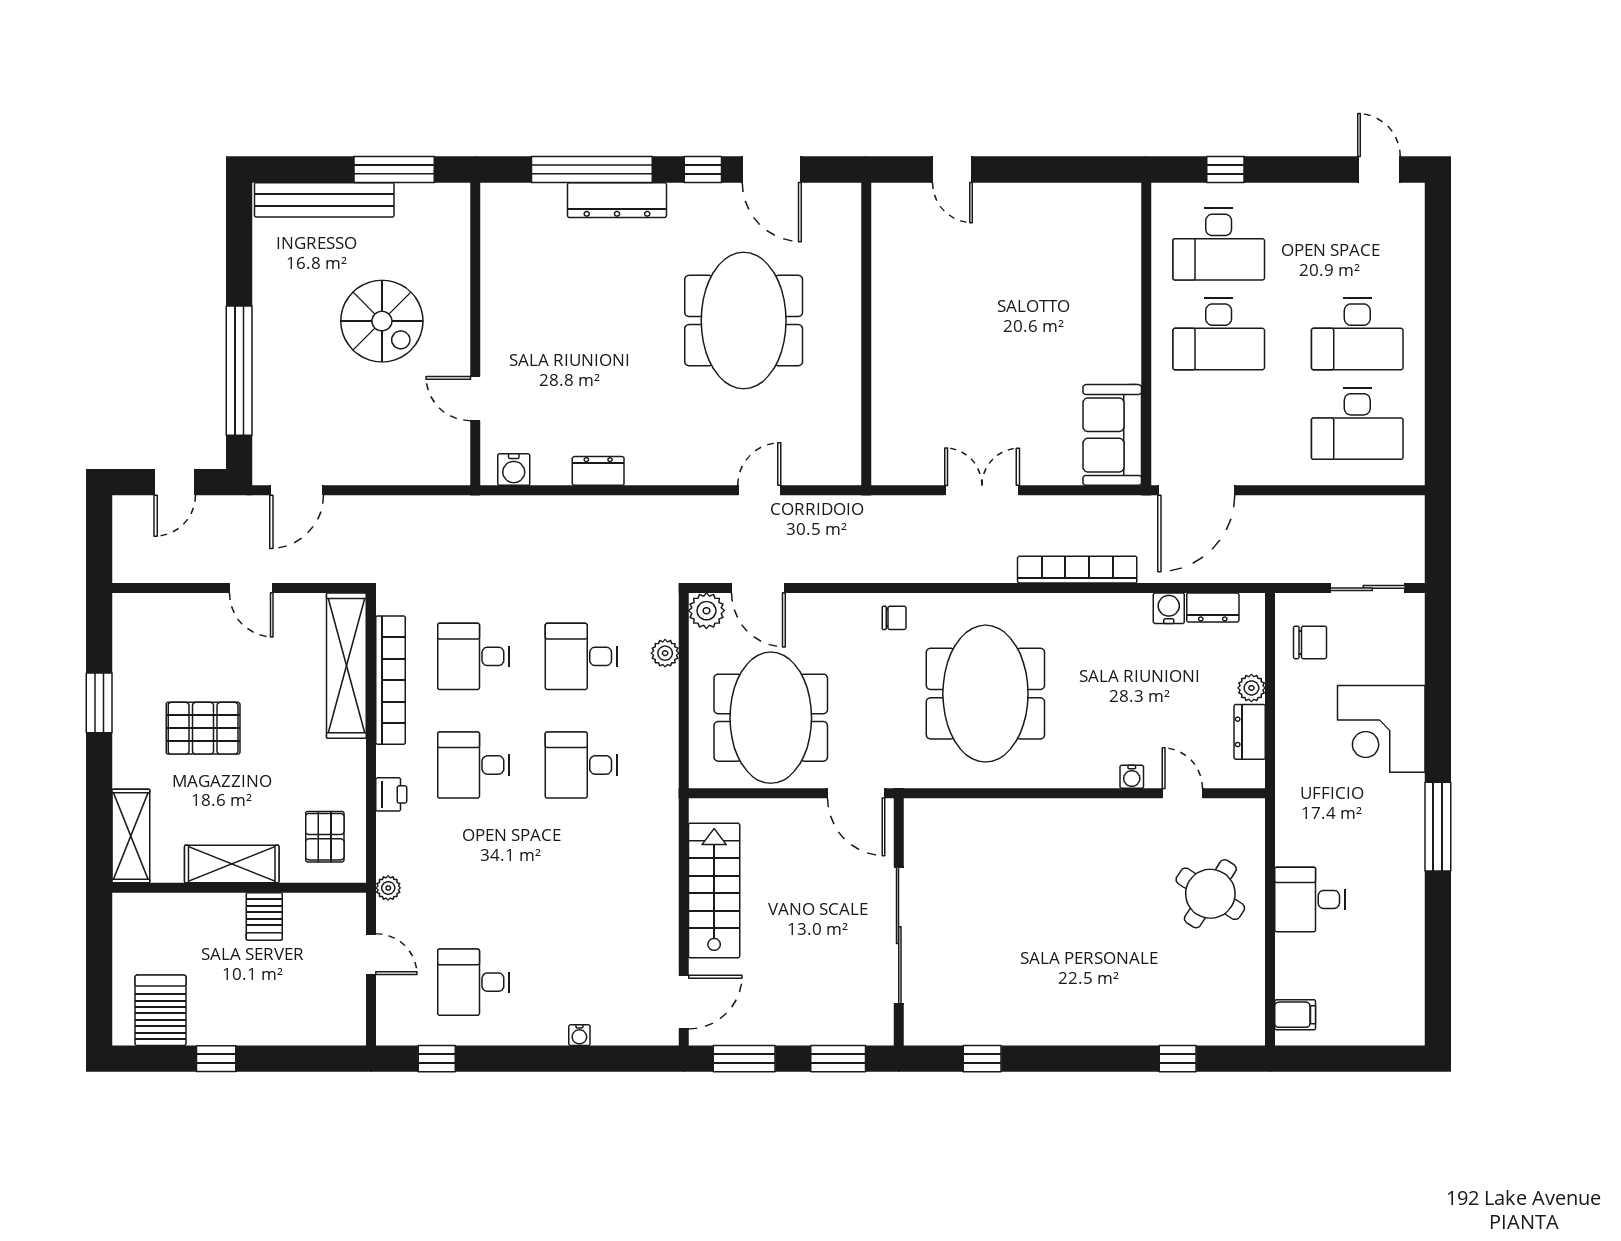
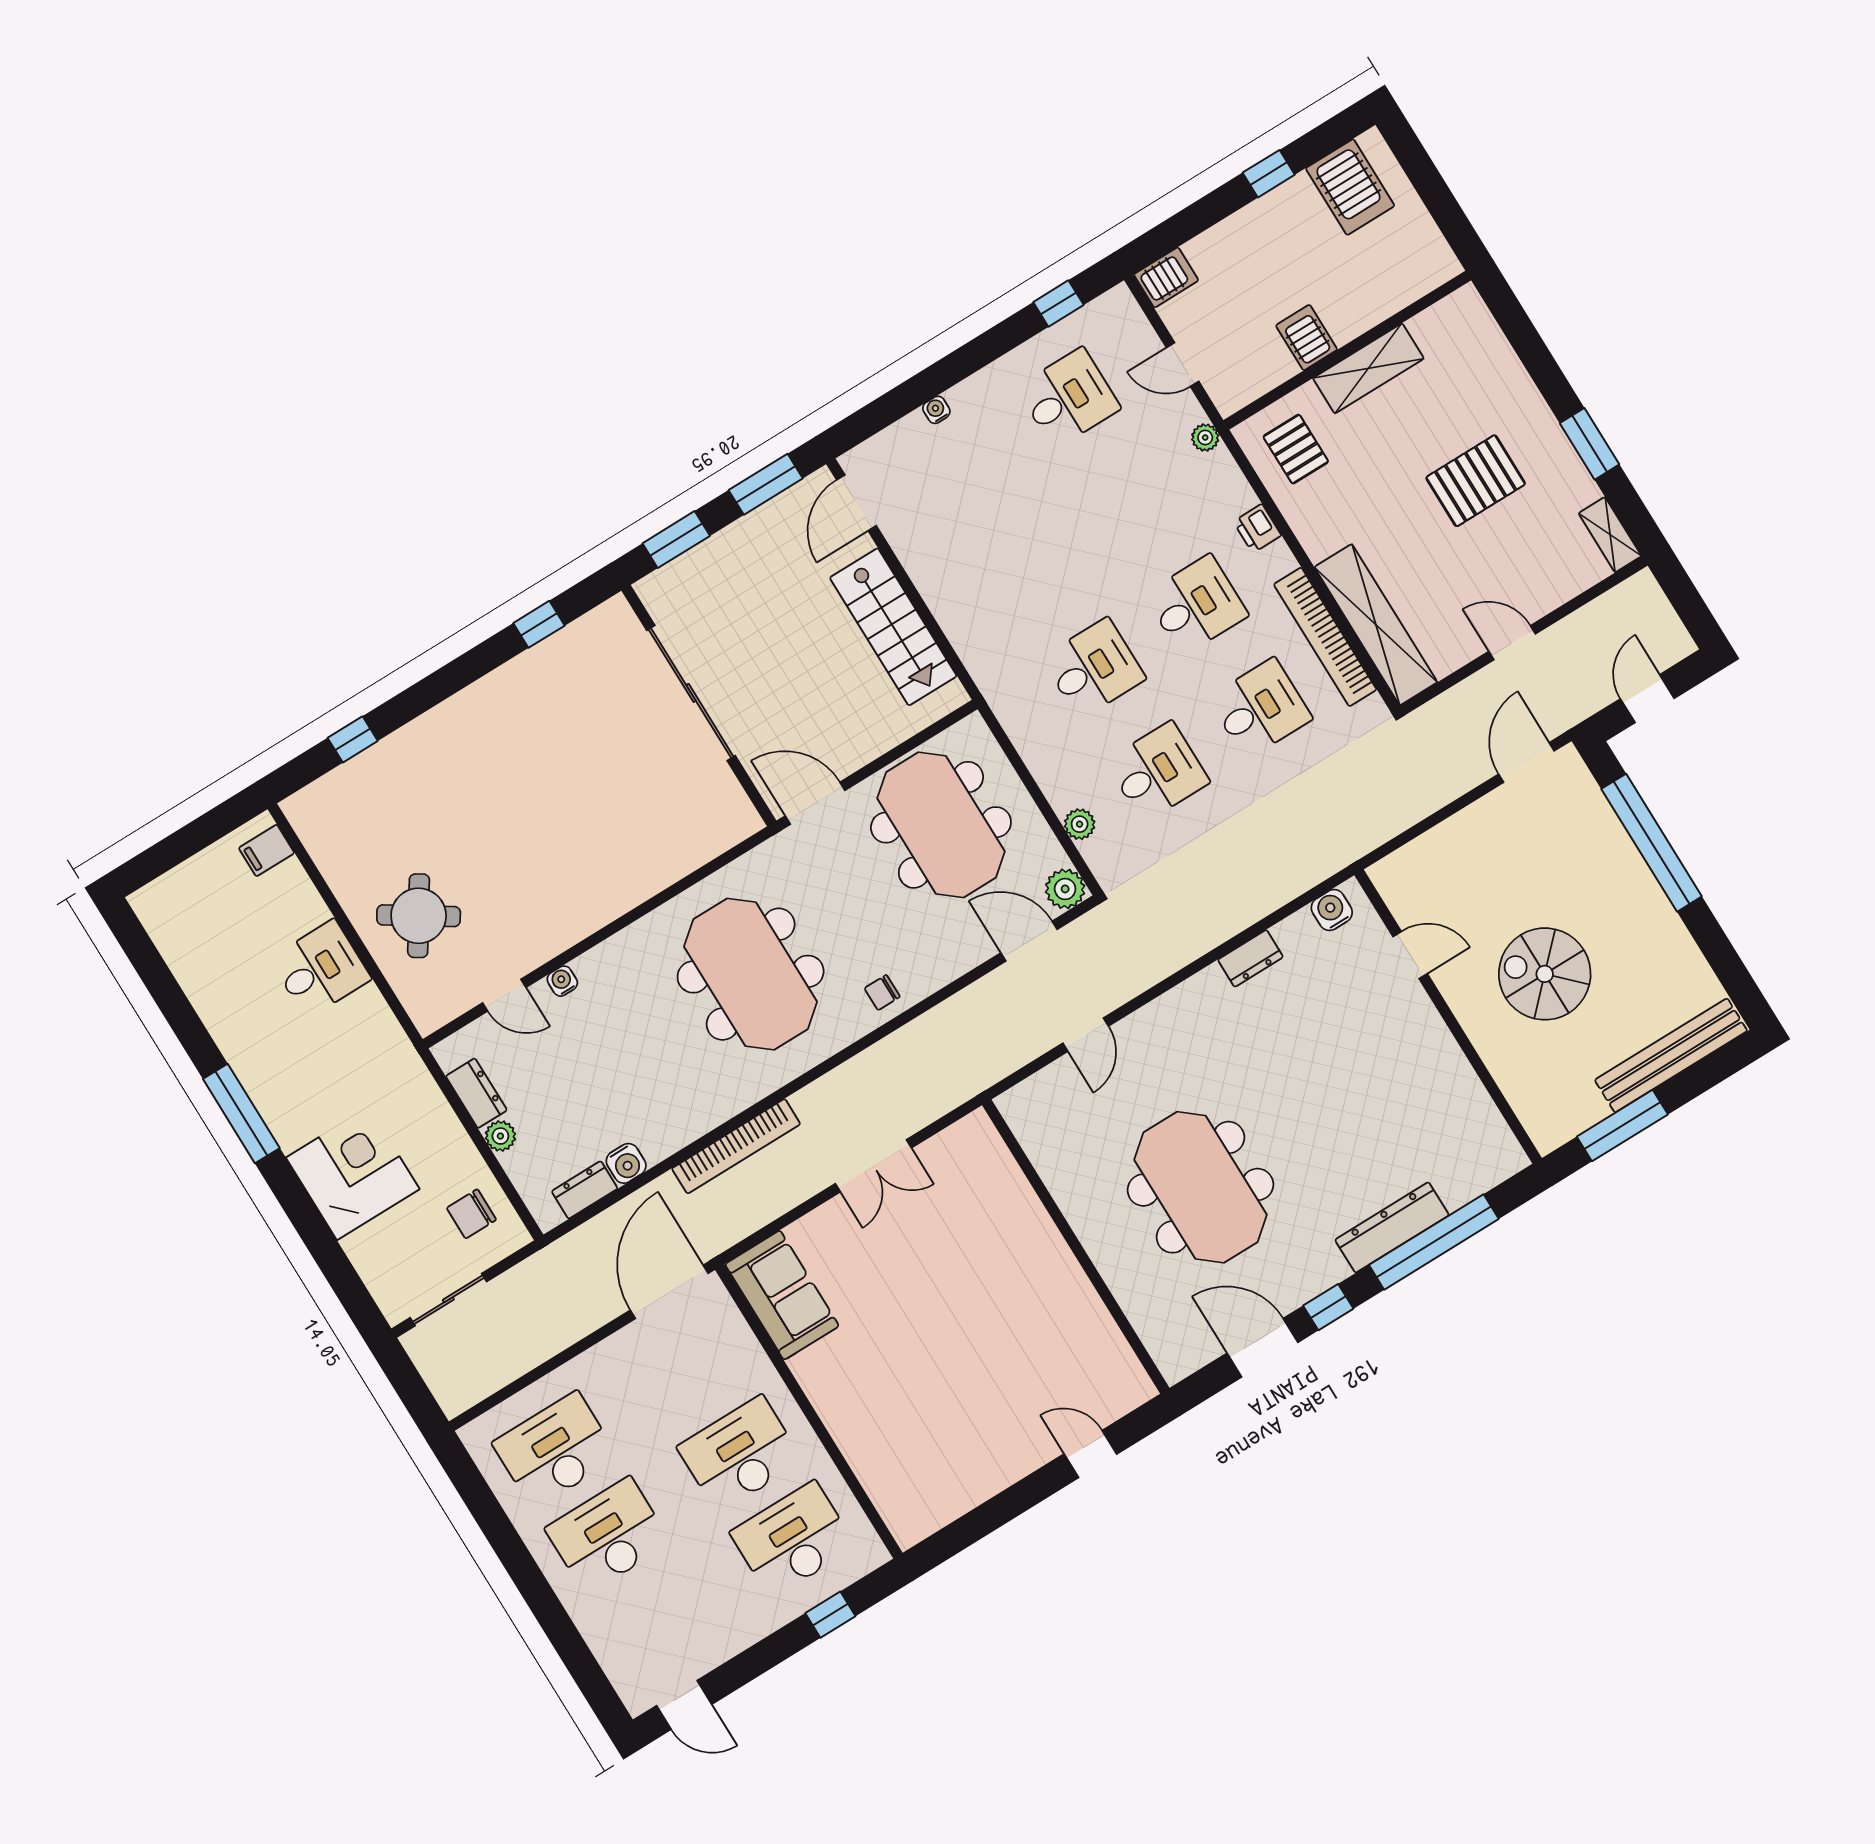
shelving: (131, 836) -> (1610, 535), moved, width x0.67, depth x0.75
server rack: (343, 1028) -> (1166, 277), added

